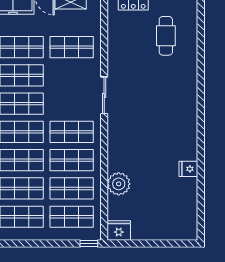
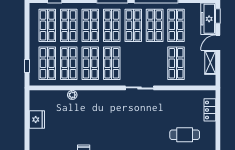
plant: (119, 184) -> (72, 95), width x0.53, depth x0.53
fridge: (119, 230) -> (37, 120), moved
window: (89, 244) -> (27, 66), moved

